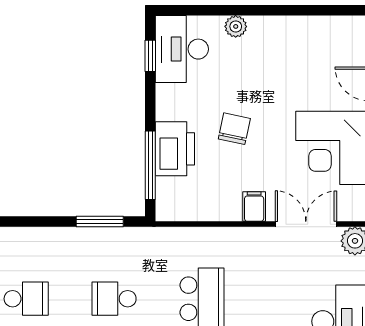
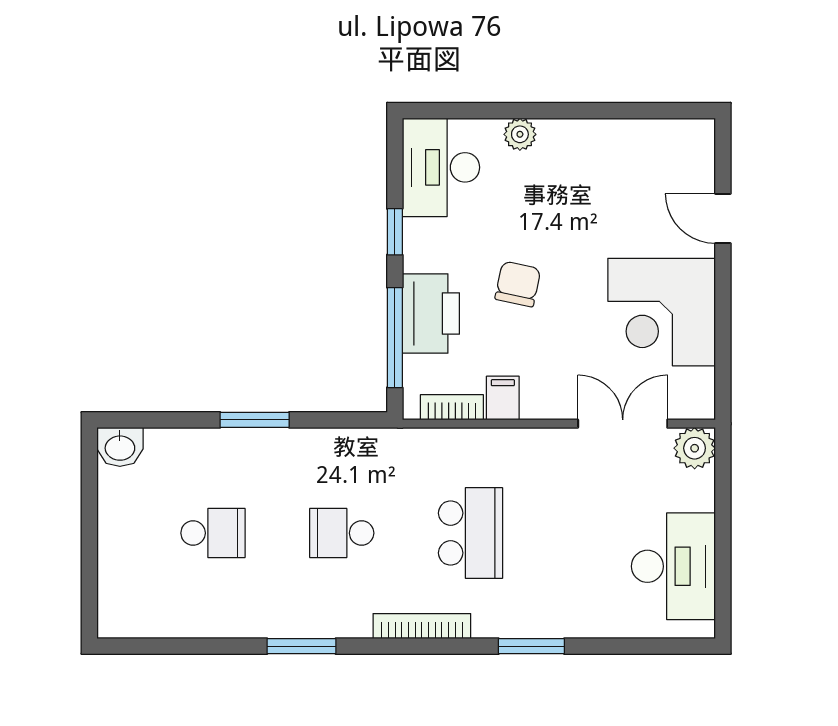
window: (150, 56) -> (395, 232), moved
filing cabinet: (254, 207) -> (503, 398), moved
bookcase: (189, 213) -> (452, 407), added
window: (100, 221) -> (255, 420), moved

